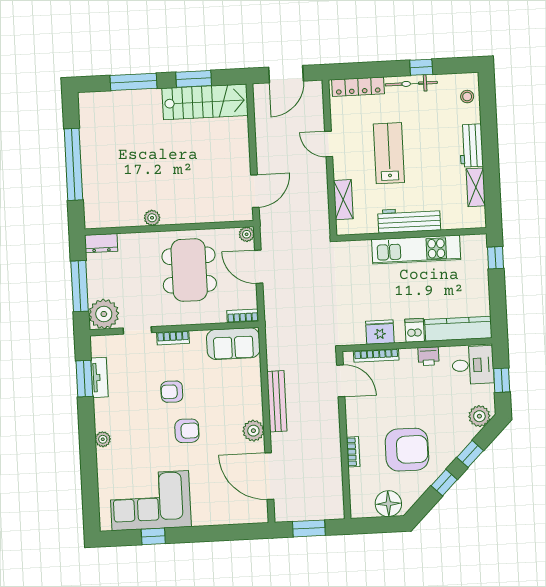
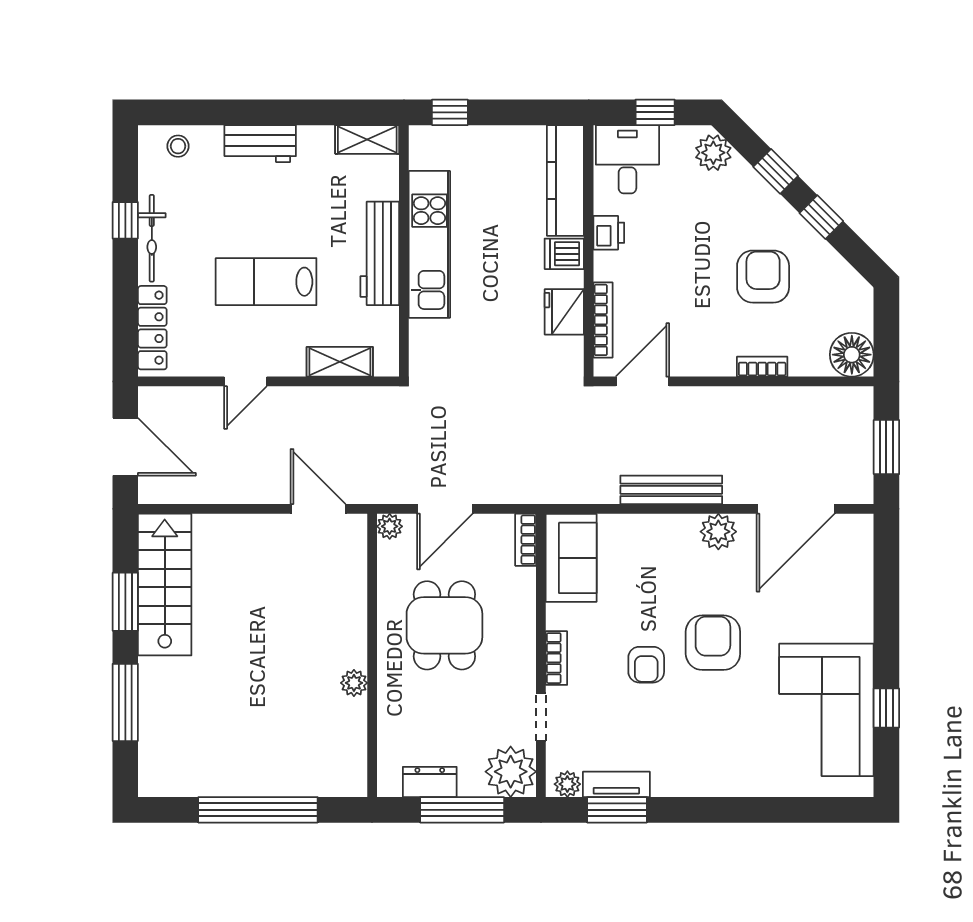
shelving: (476, 187) -> (367, 139), moved
dresser: (101, 243) -> (430, 782), moved, turned -90
dining table: (189, 270) -> (444, 625), width x0.73
armchair: (187, 431) -> (713, 643), width x1.38, depth x1.38
plant: (103, 439) -> (567, 784), moved
armchair: (407, 450) -> (763, 277), width x0.73, depth x0.73
floor lamp: (388, 504) -> (852, 355), moved

